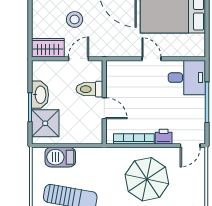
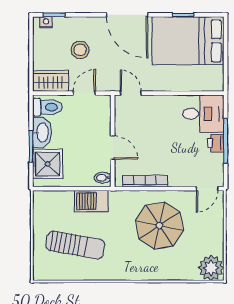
door: (151, 59) -> (131, 93), moved
toilet: (89, 89) -> (47, 107), moved, turned 180
bidet: (95, 136) -> (103, 178), added
printer: (164, 137) -> (216, 143), moved, turned -90
barbecue: (60, 157) -> (91, 201), moved

